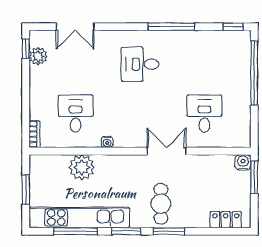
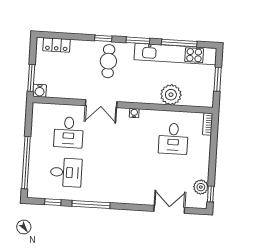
window: (233, 27) -> (53, 202), moved
desk: (140, 64) -> (66, 172), moved
water cooler: (107, 142) -> (134, 113), moved
window: (169, 231) -> (103, 38), width x0.67

